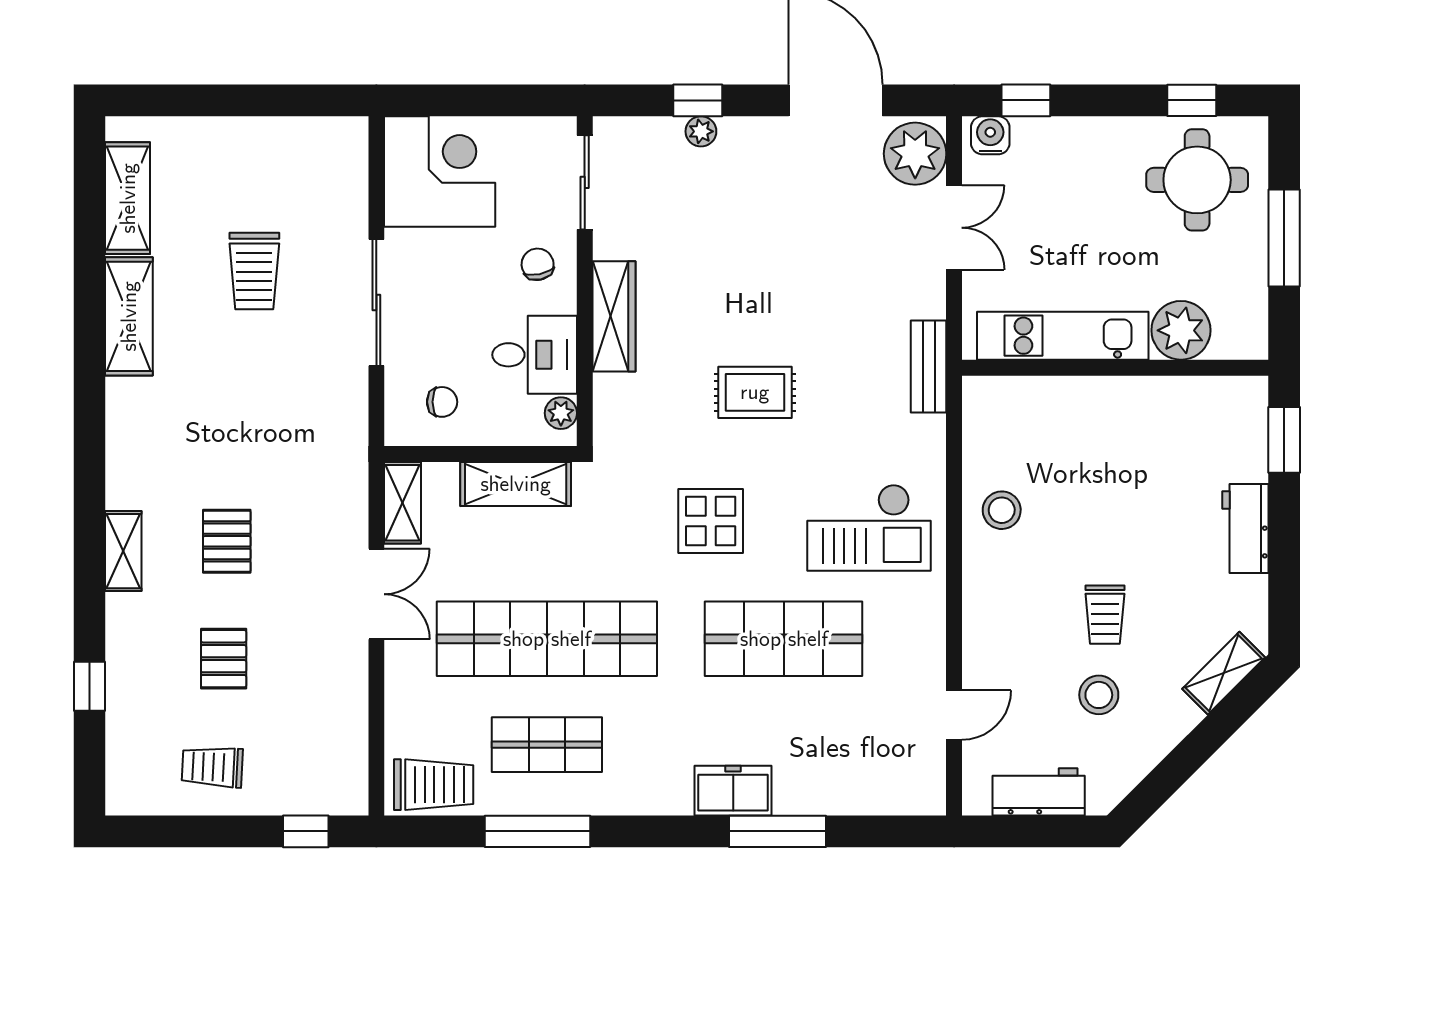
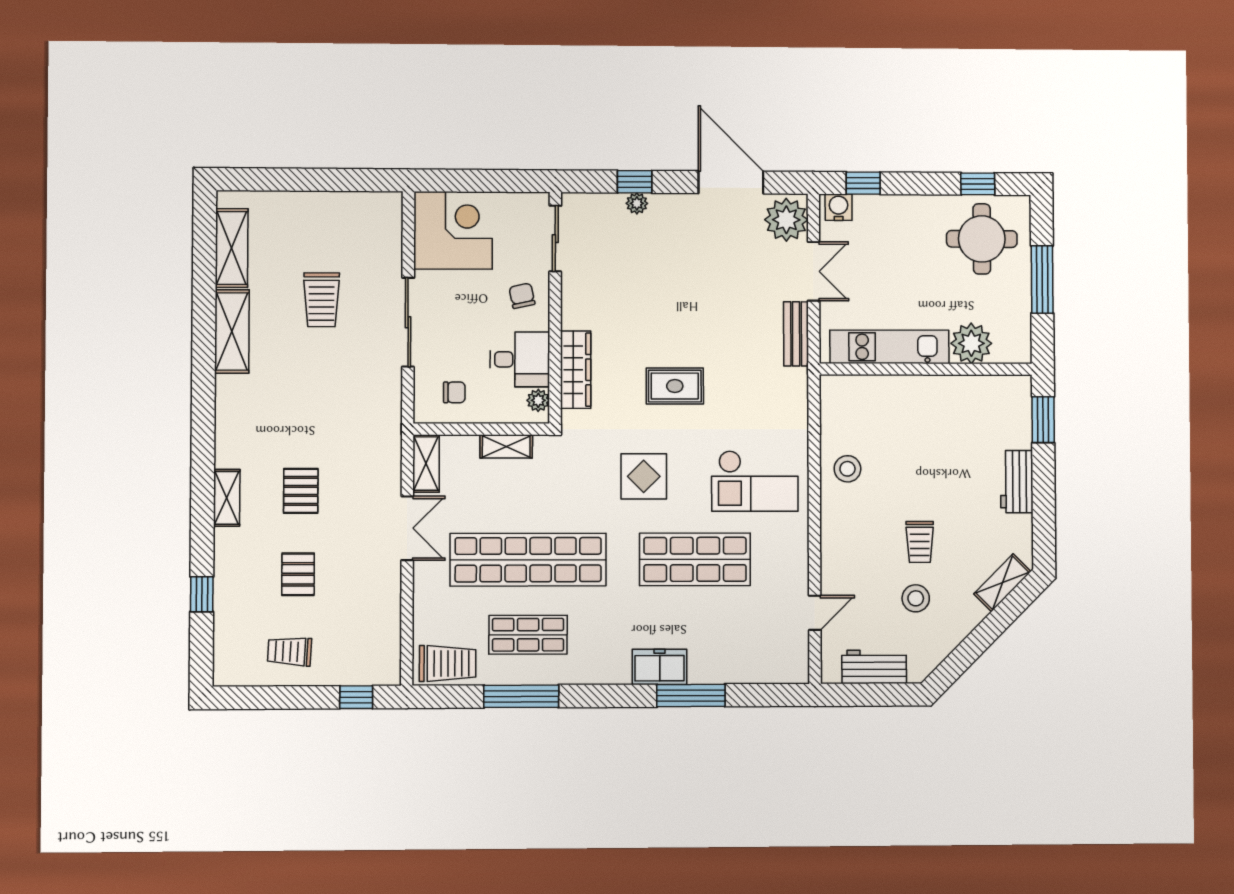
wardrobe: (614, 316) -> (576, 370), moved
bench: (929, 366) -> (796, 334), moved
shelving: (516, 484) -> (506, 446), width x0.67, depth x0.75

